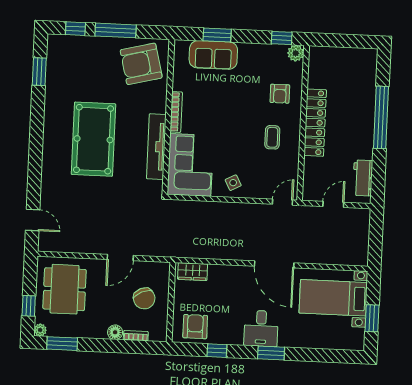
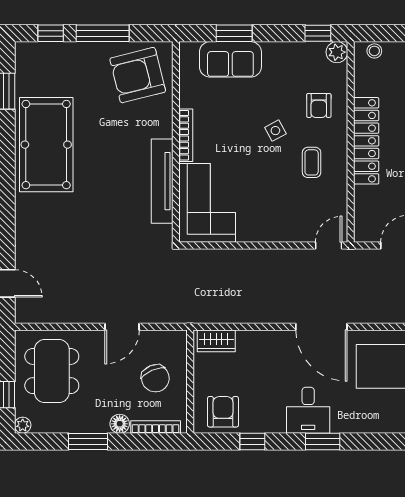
stool: (325, 54) -> (374, 51), added
pool table: (94, 139) -> (46, 145), moved
side table: (233, 183) -> (275, 131), moved
bookcase: (136, 336) -> (156, 427), width x1.56
window: (62, 344) -> (88, 441), moved

